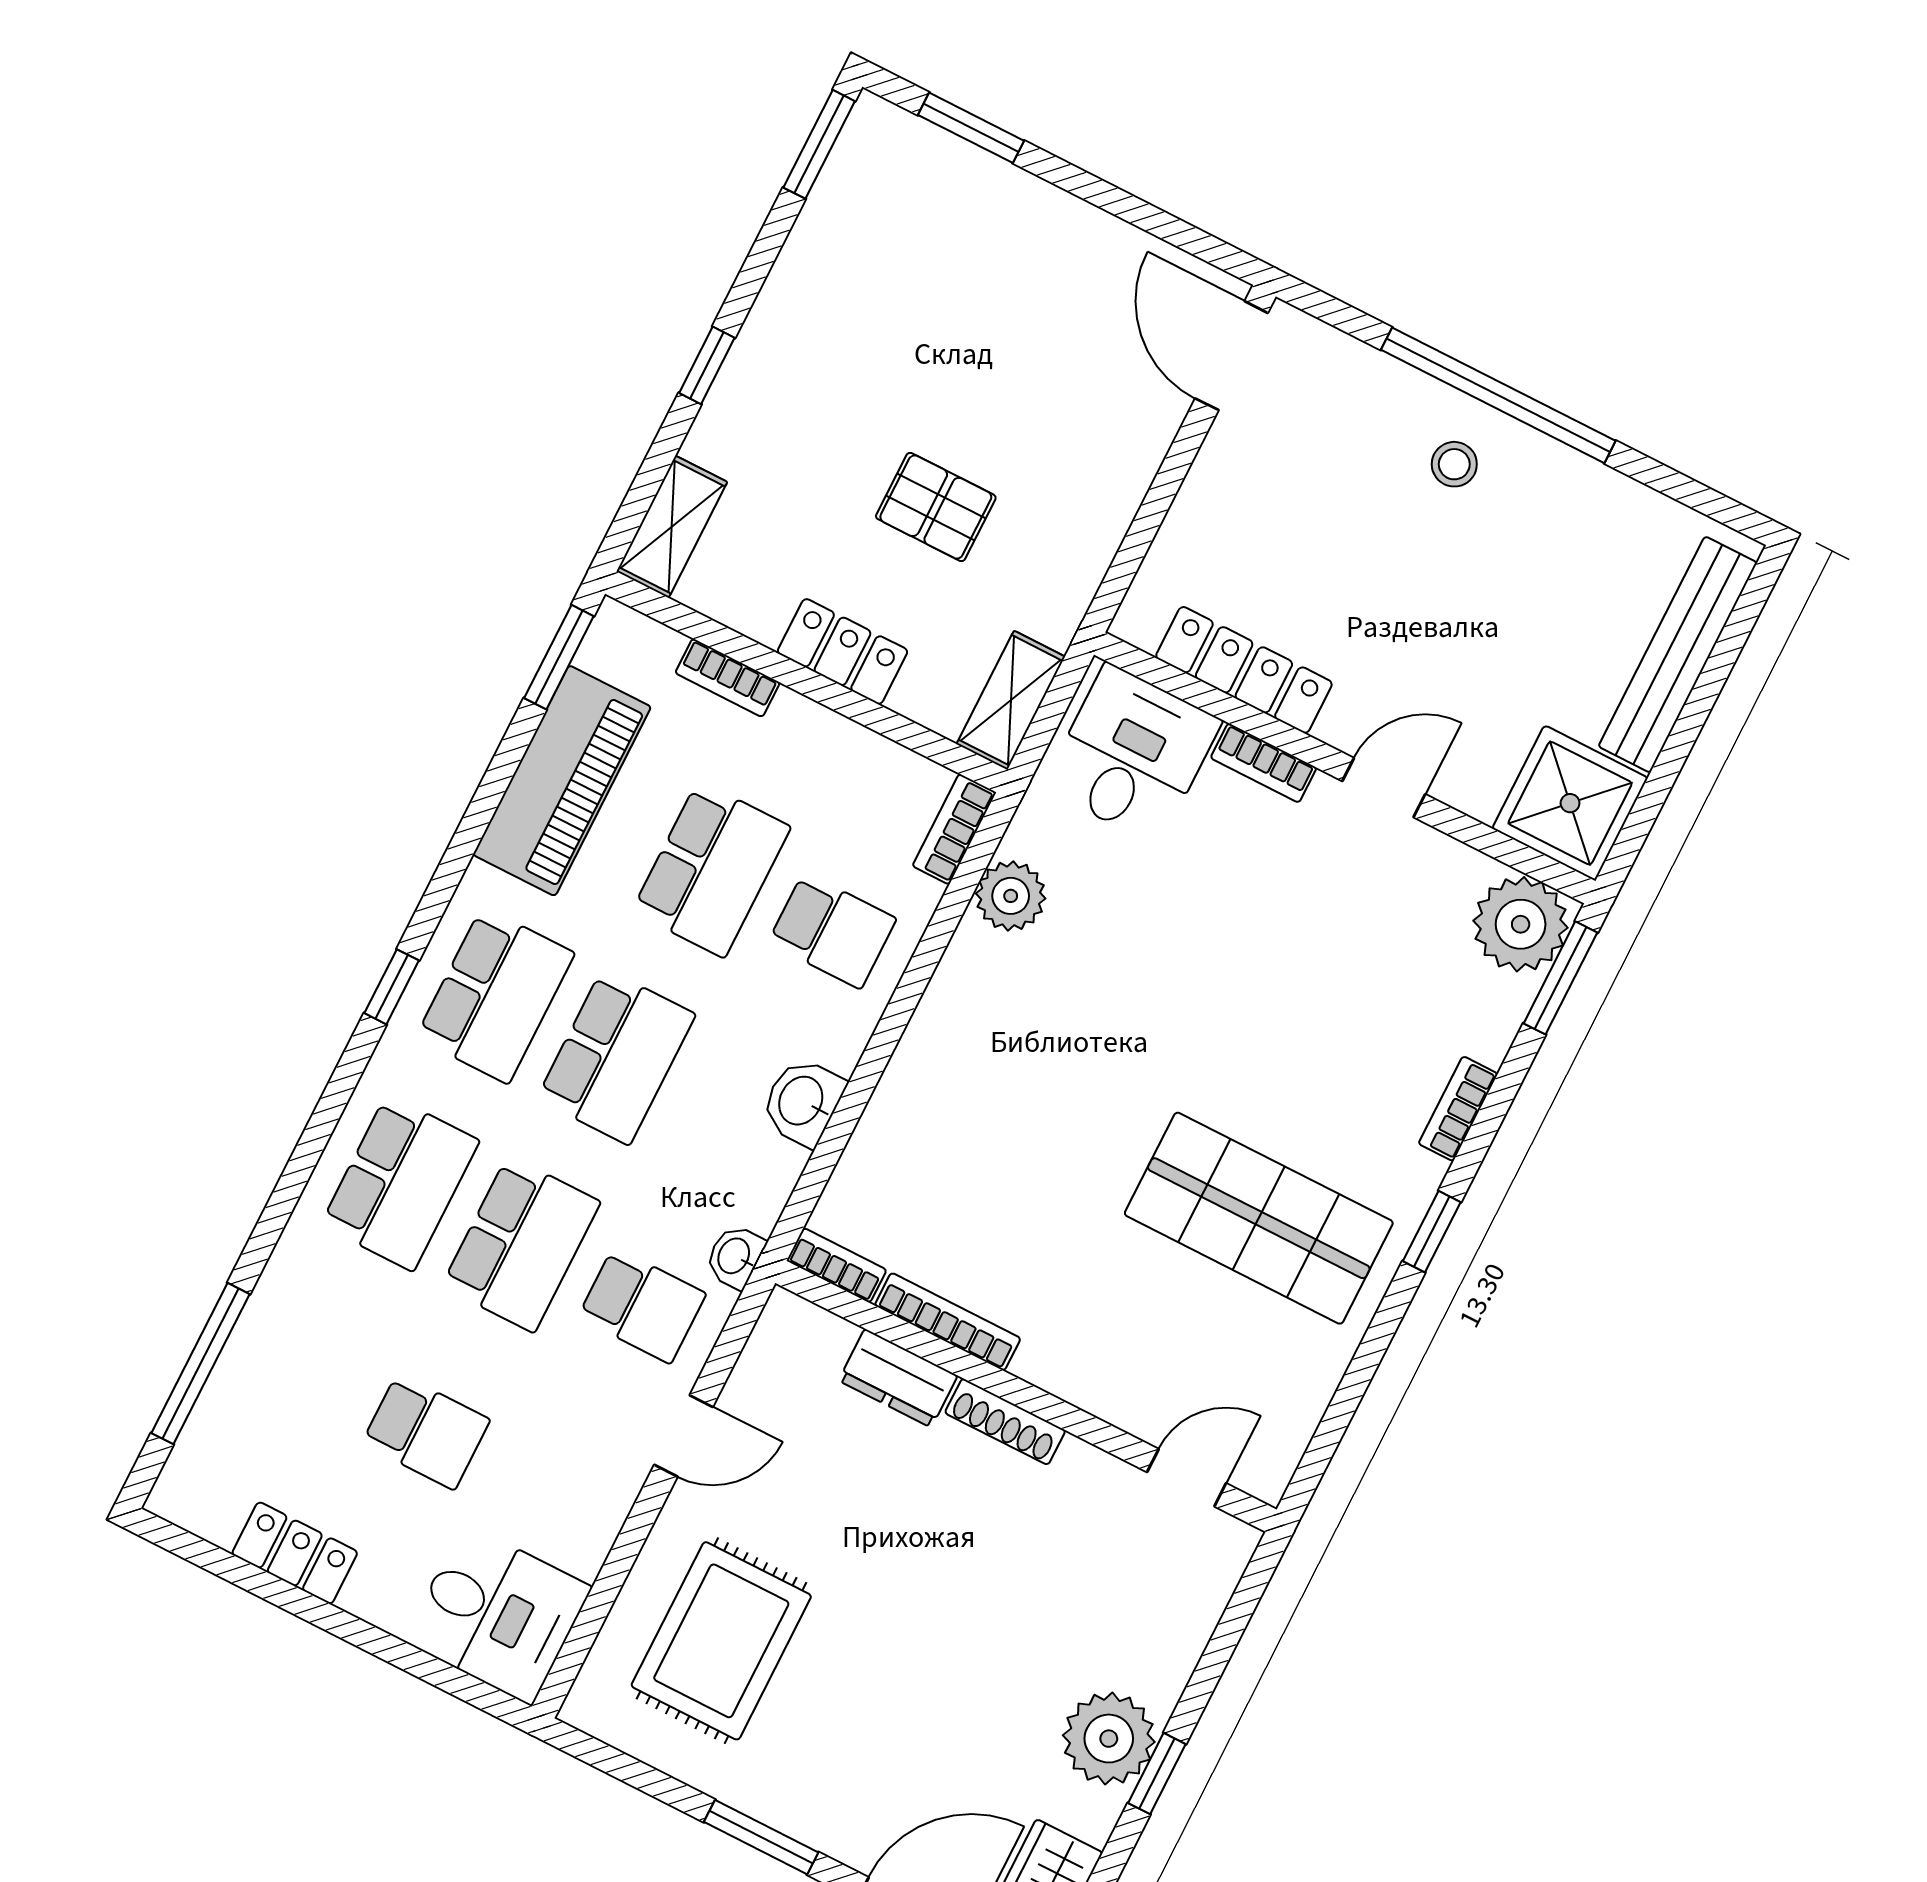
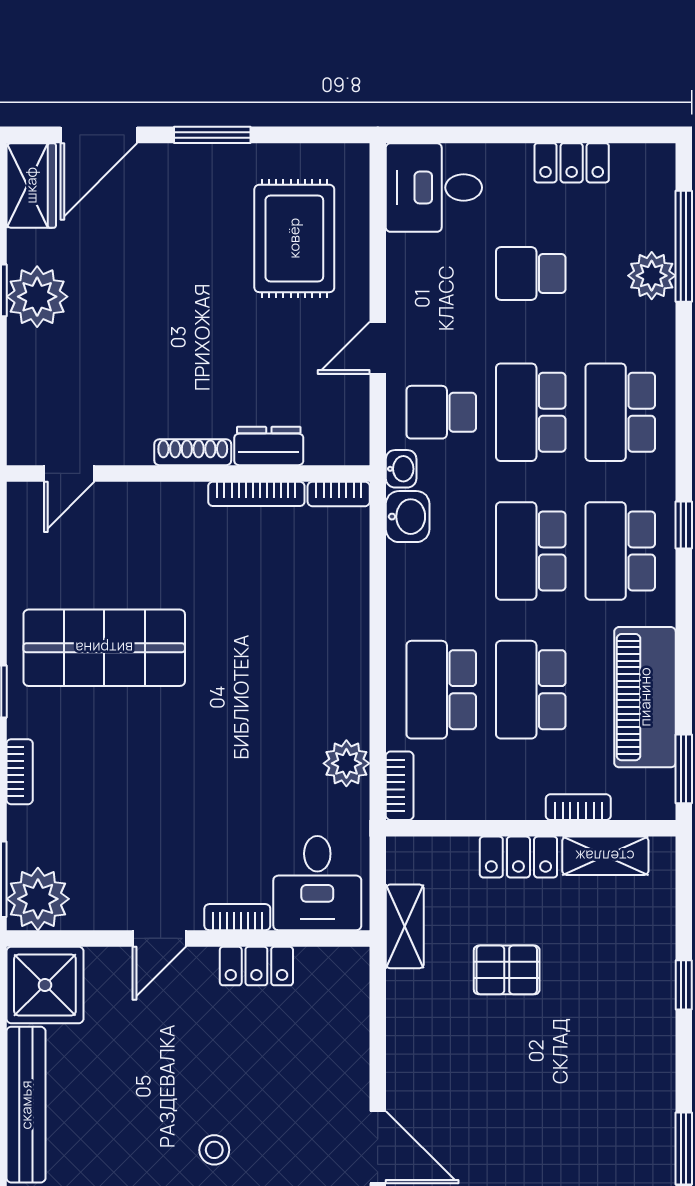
shelving: (672, 527) -> (605, 856), moved, turned 90
locker: (1244, 670) -> (256, 966), width x0.66
shelving: (1011, 700) -> (405, 926), moved
school desk: (832, 930) -> (441, 690), width x1.85
washbasin: (802, 1101) -> (408, 517), moved
plant: (264, 1346) -> (652, 276), added

